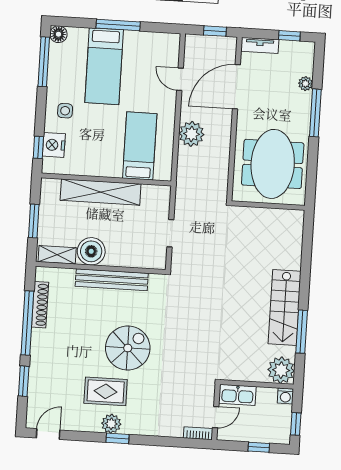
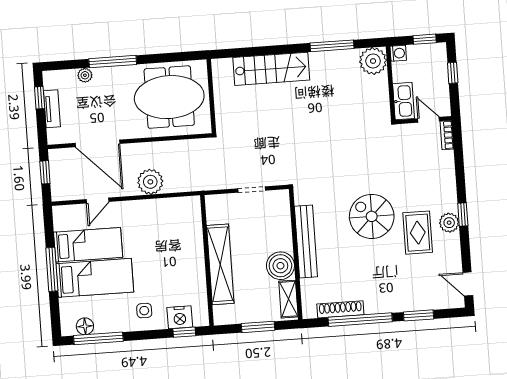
floor lamp: (58, 34) -> (85, 326), moved
tv unit: (260, 45) -> (52, 109), moved
bed: (140, 146) -> (88, 245), moved, turned 180
stairs: (285, 308) -> (271, 69), moved

